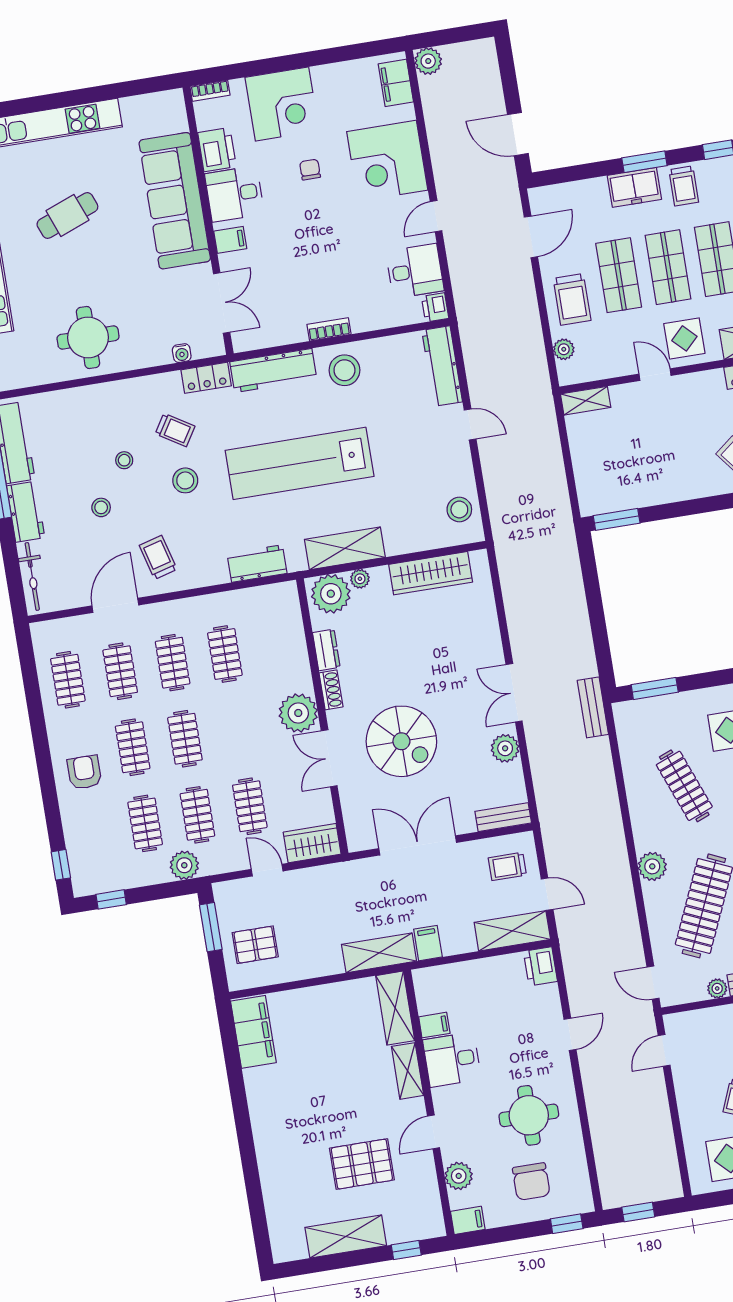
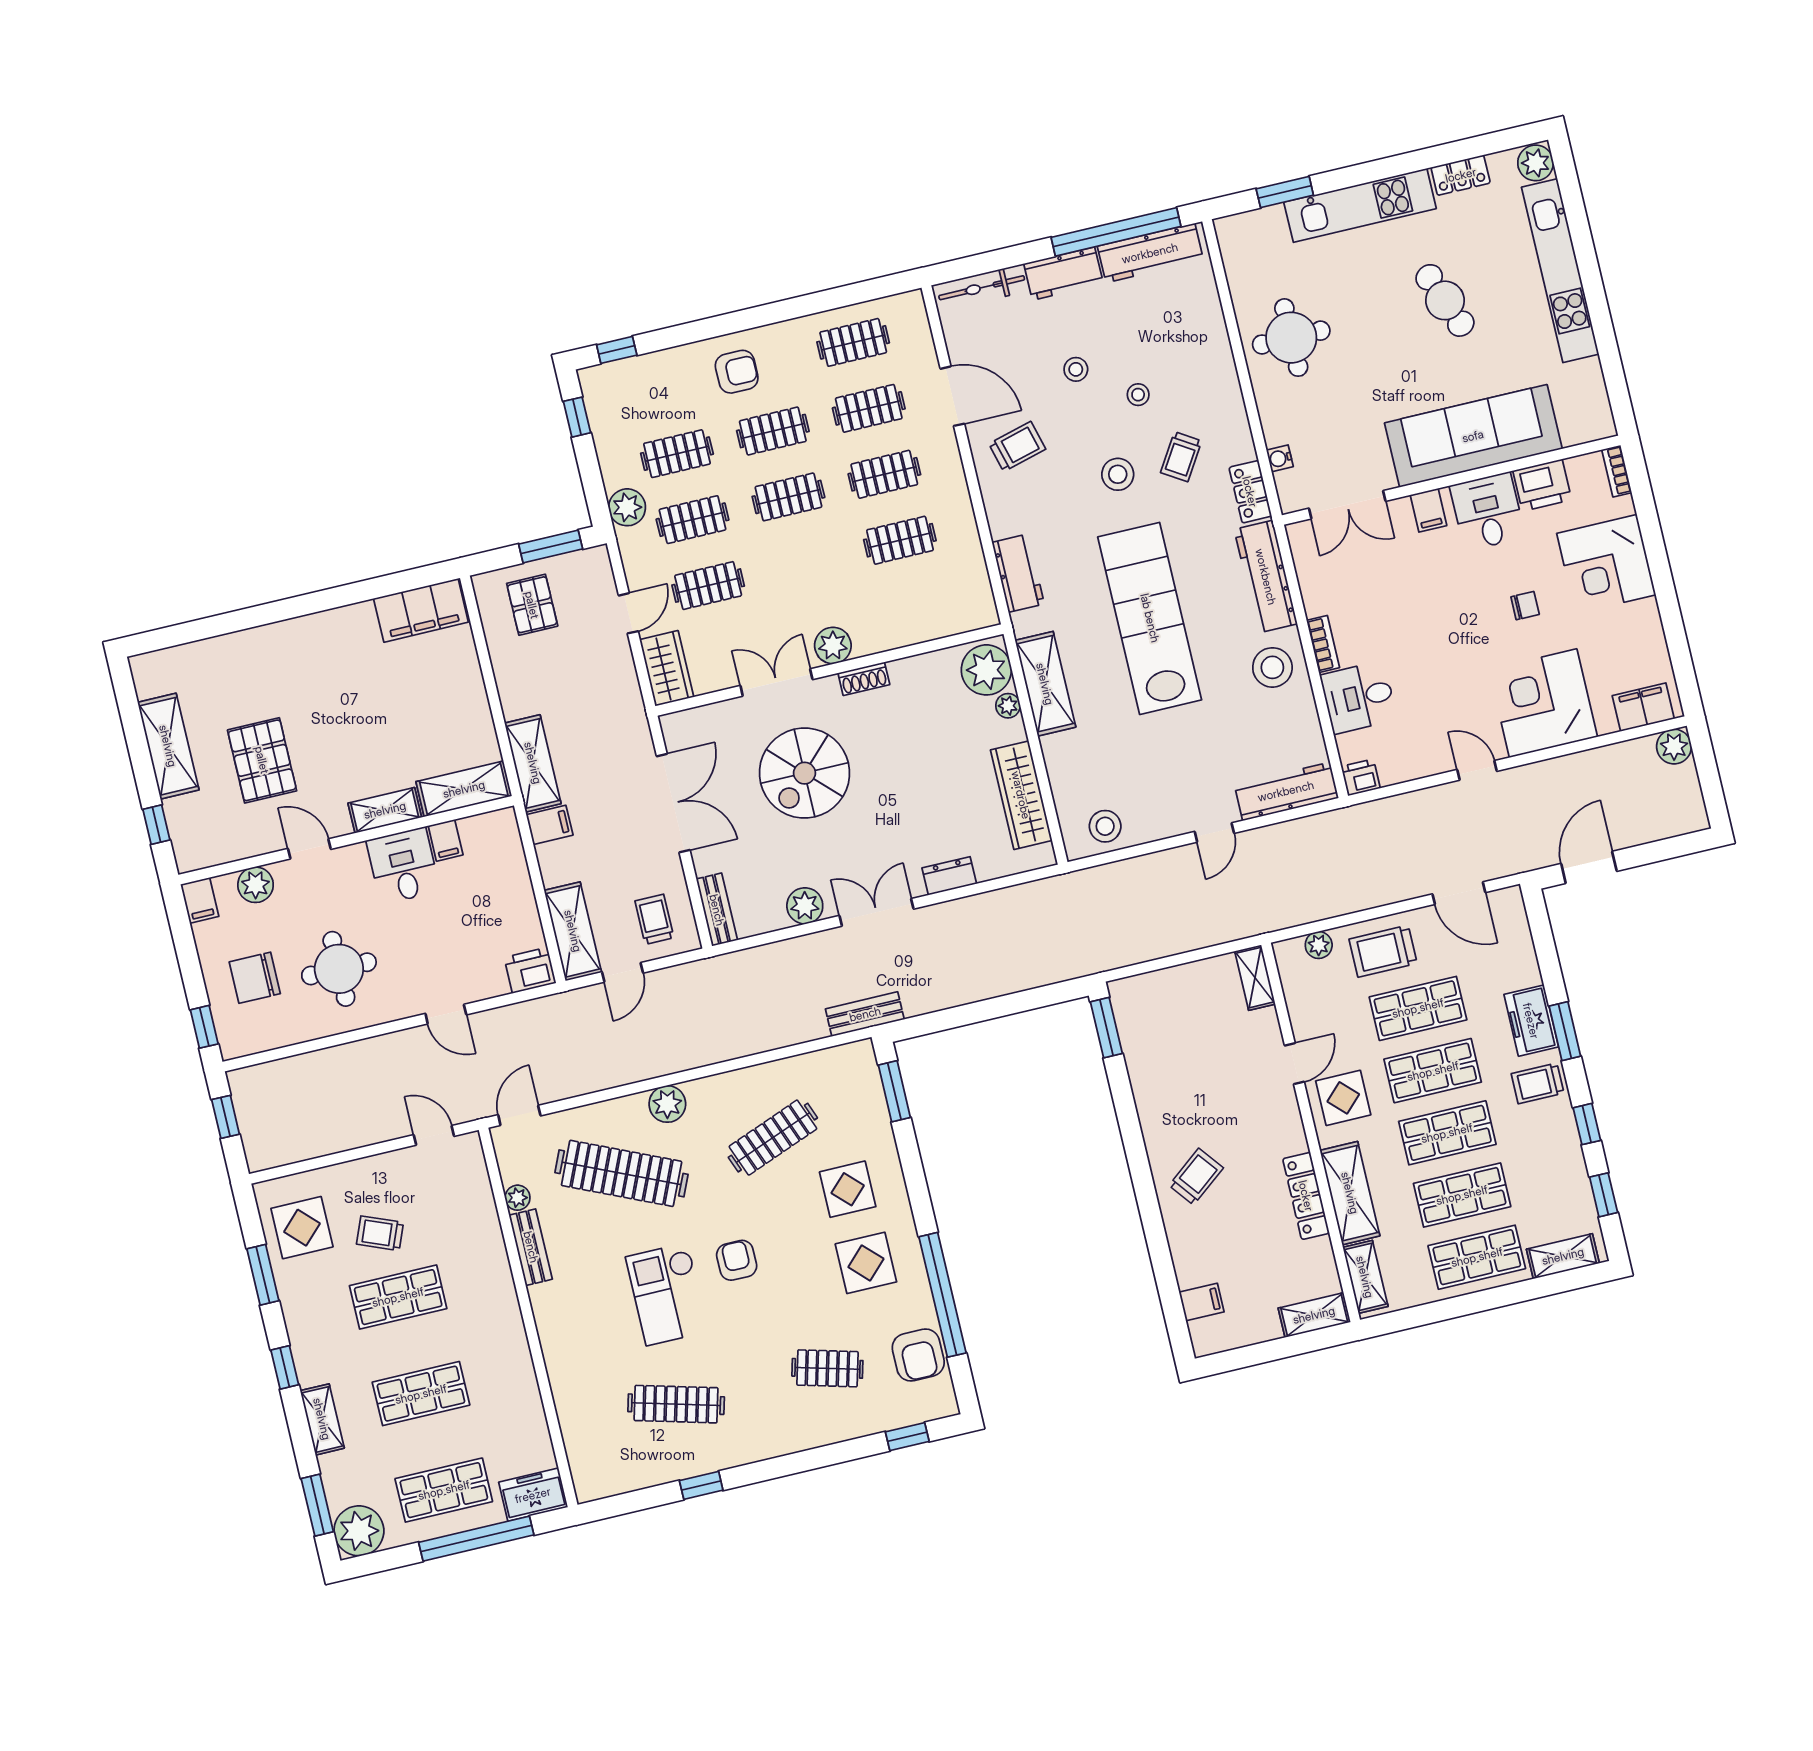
desk: (415, 271) -> (1359, 697), moved, turned 90
dresser: (326, 650) -> (949, 876), moved, turned 180
plant: (298, 713) -> (833, 645), width x0.73, depth x0.73

